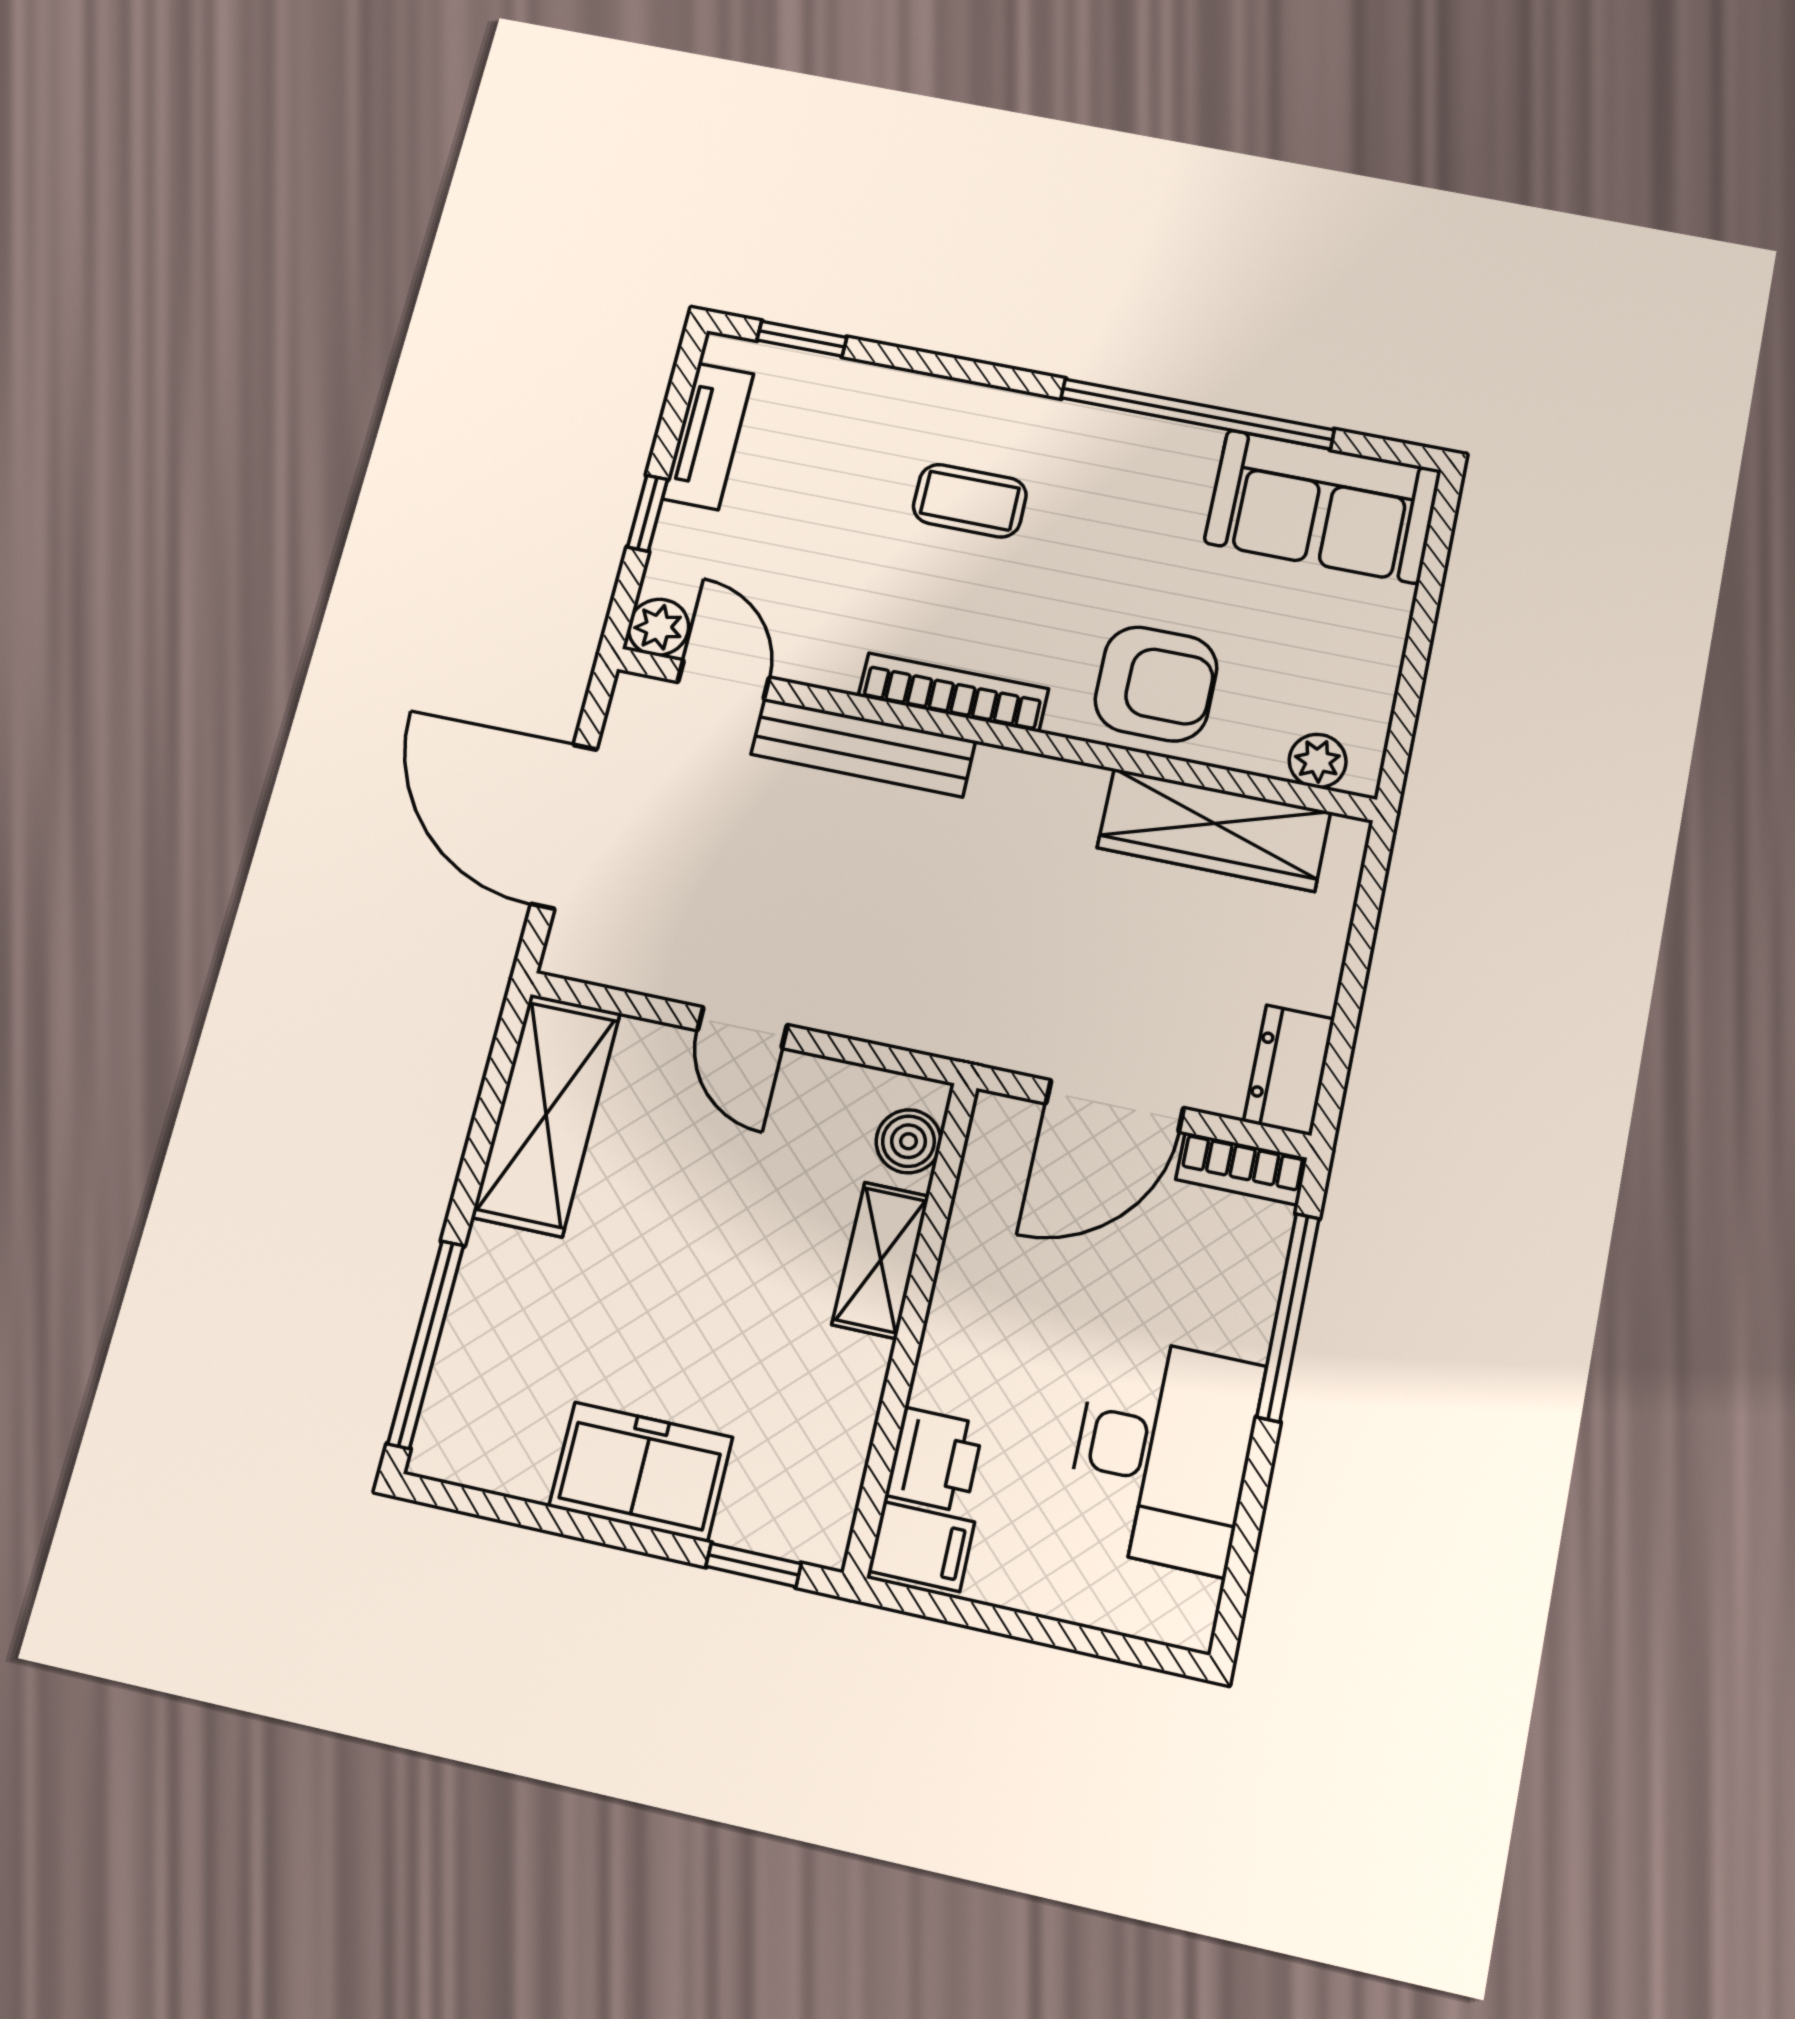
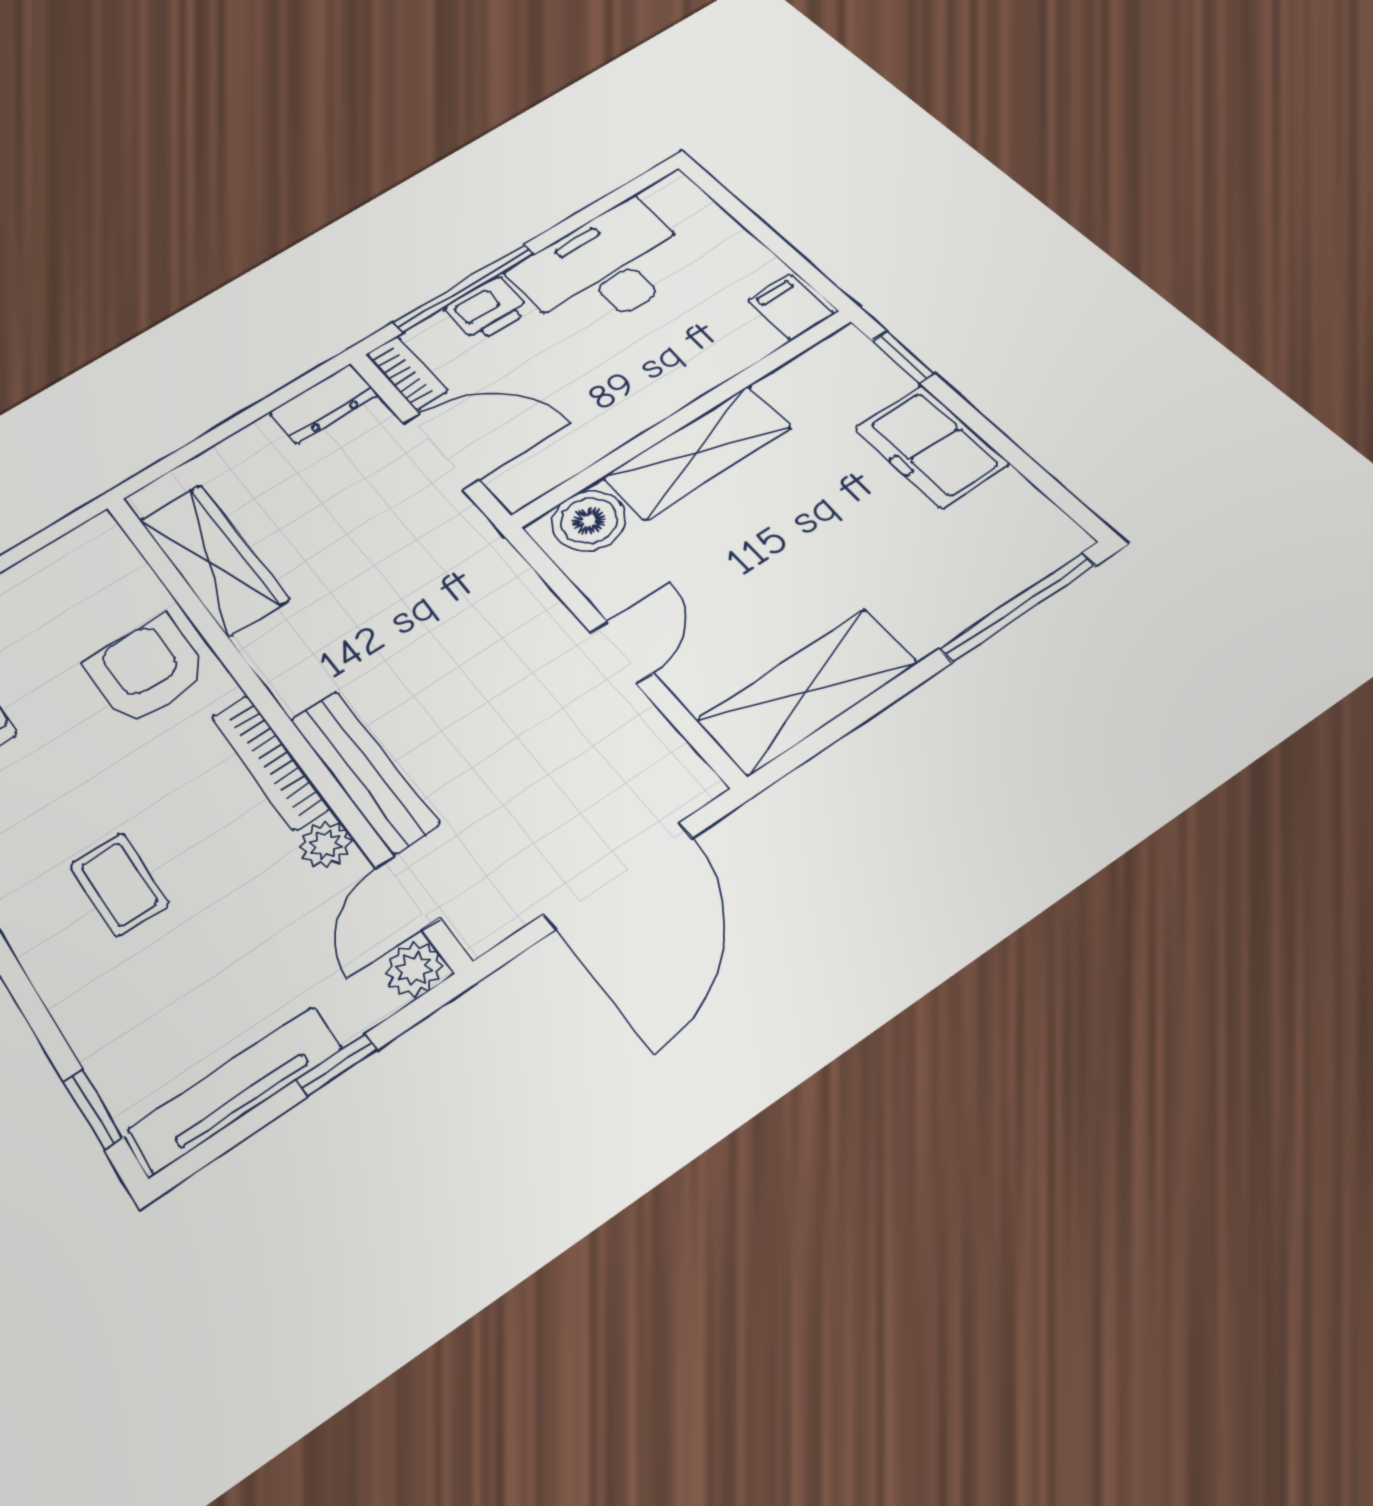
tv unit: (708, 436) -> (235, 1089), width x1.41
plant: (1318, 761) -> (326, 844), moved
boiler: (909, 1141) -> (589, 521), width x1.36, depth x1.36
shelving: (881, 1260) -> (697, 452), width x1.50, depth x1.33
printer: (935, 1460) -> (487, 309), moved, turned 180

